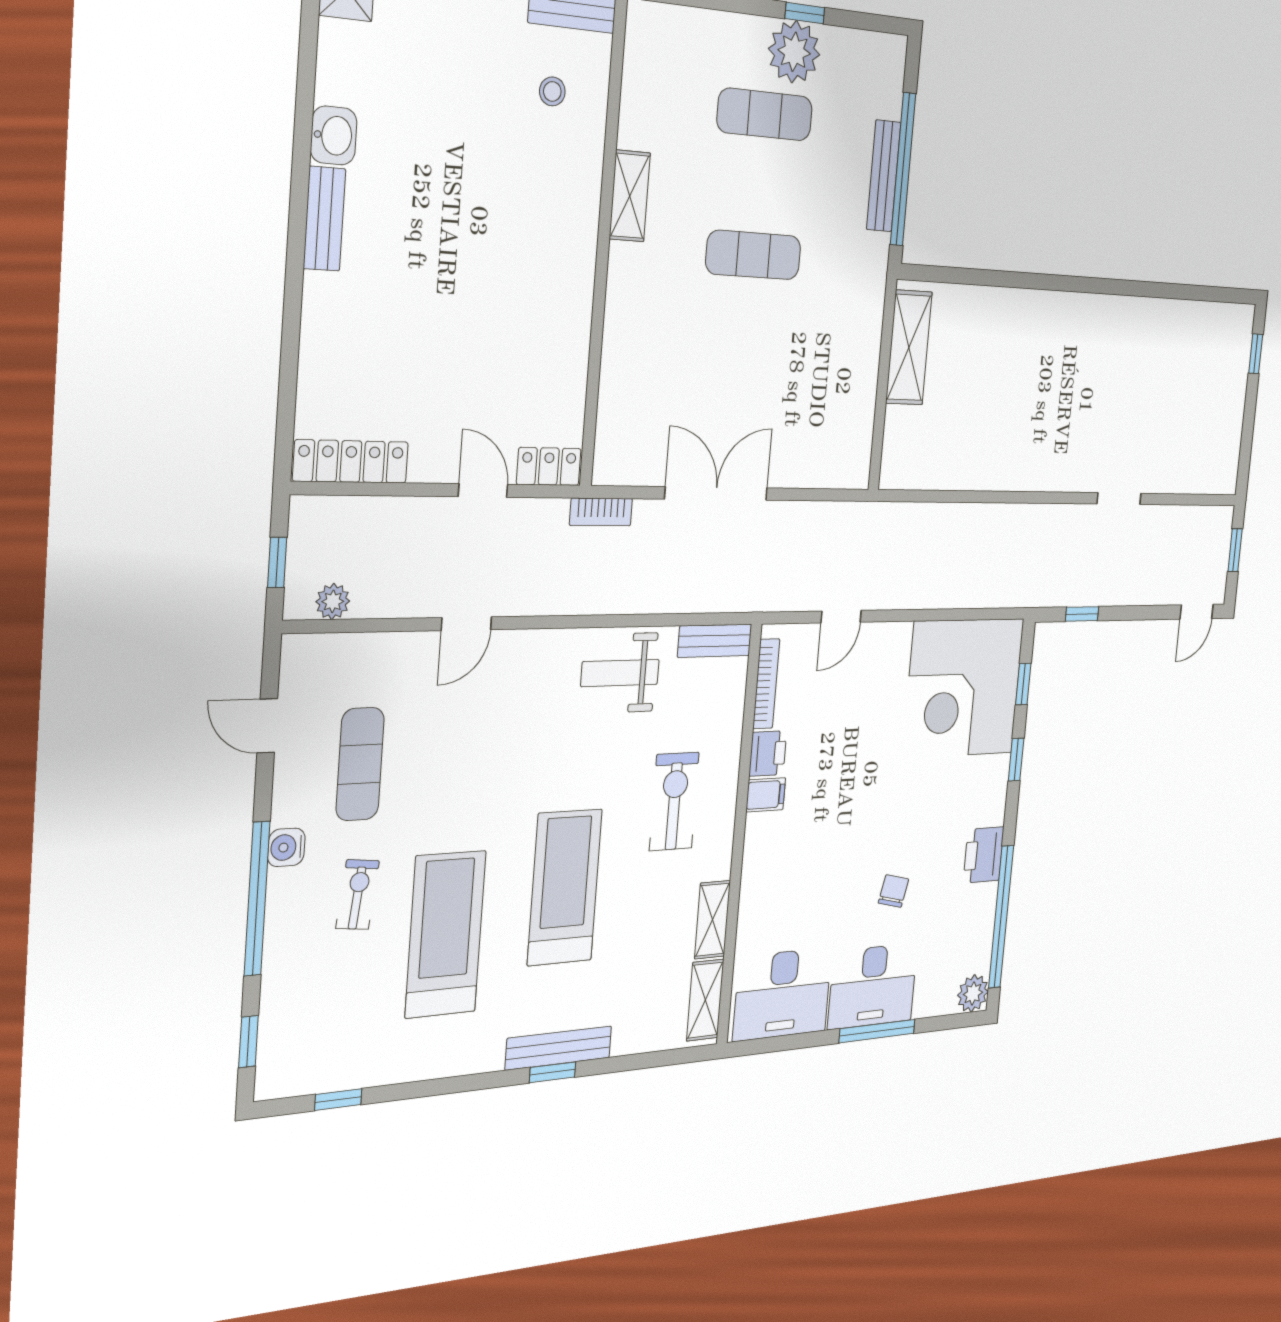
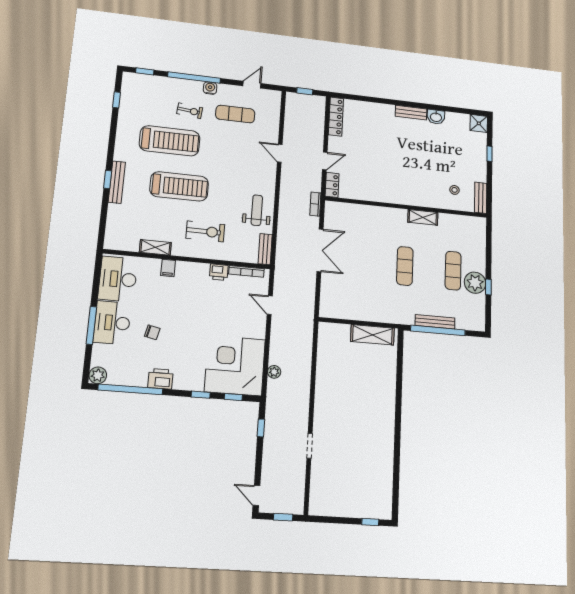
plant: (333, 601) -> (274, 372), moved
filing cabinet: (766, 795) -> (168, 268), moved
shelving: (705, 1000) -> (123, 244), removed

